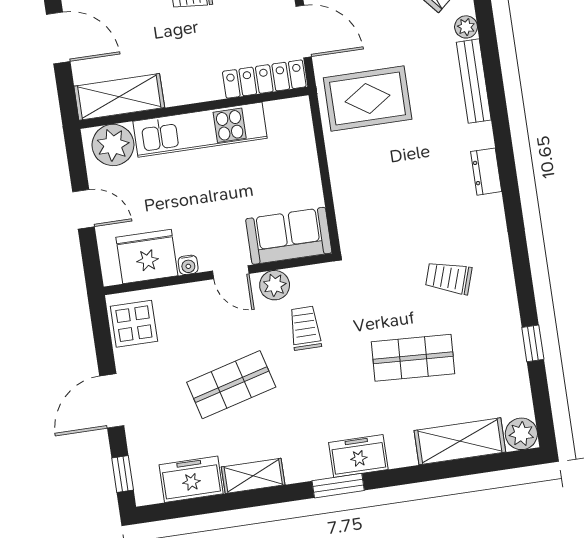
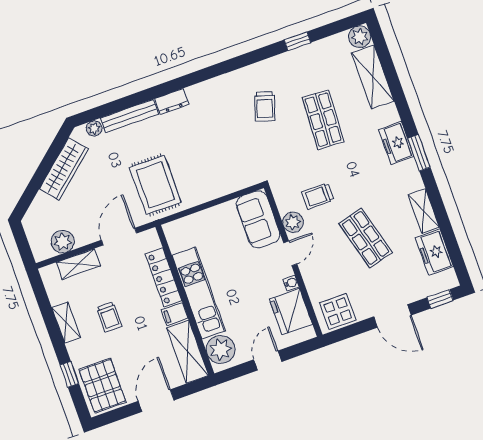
locker: (264, 79) -> (163, 277), moved
filing cabinet: (177, 89) -> (175, 314), added
dresser: (486, 172) -> (172, 101), moved

